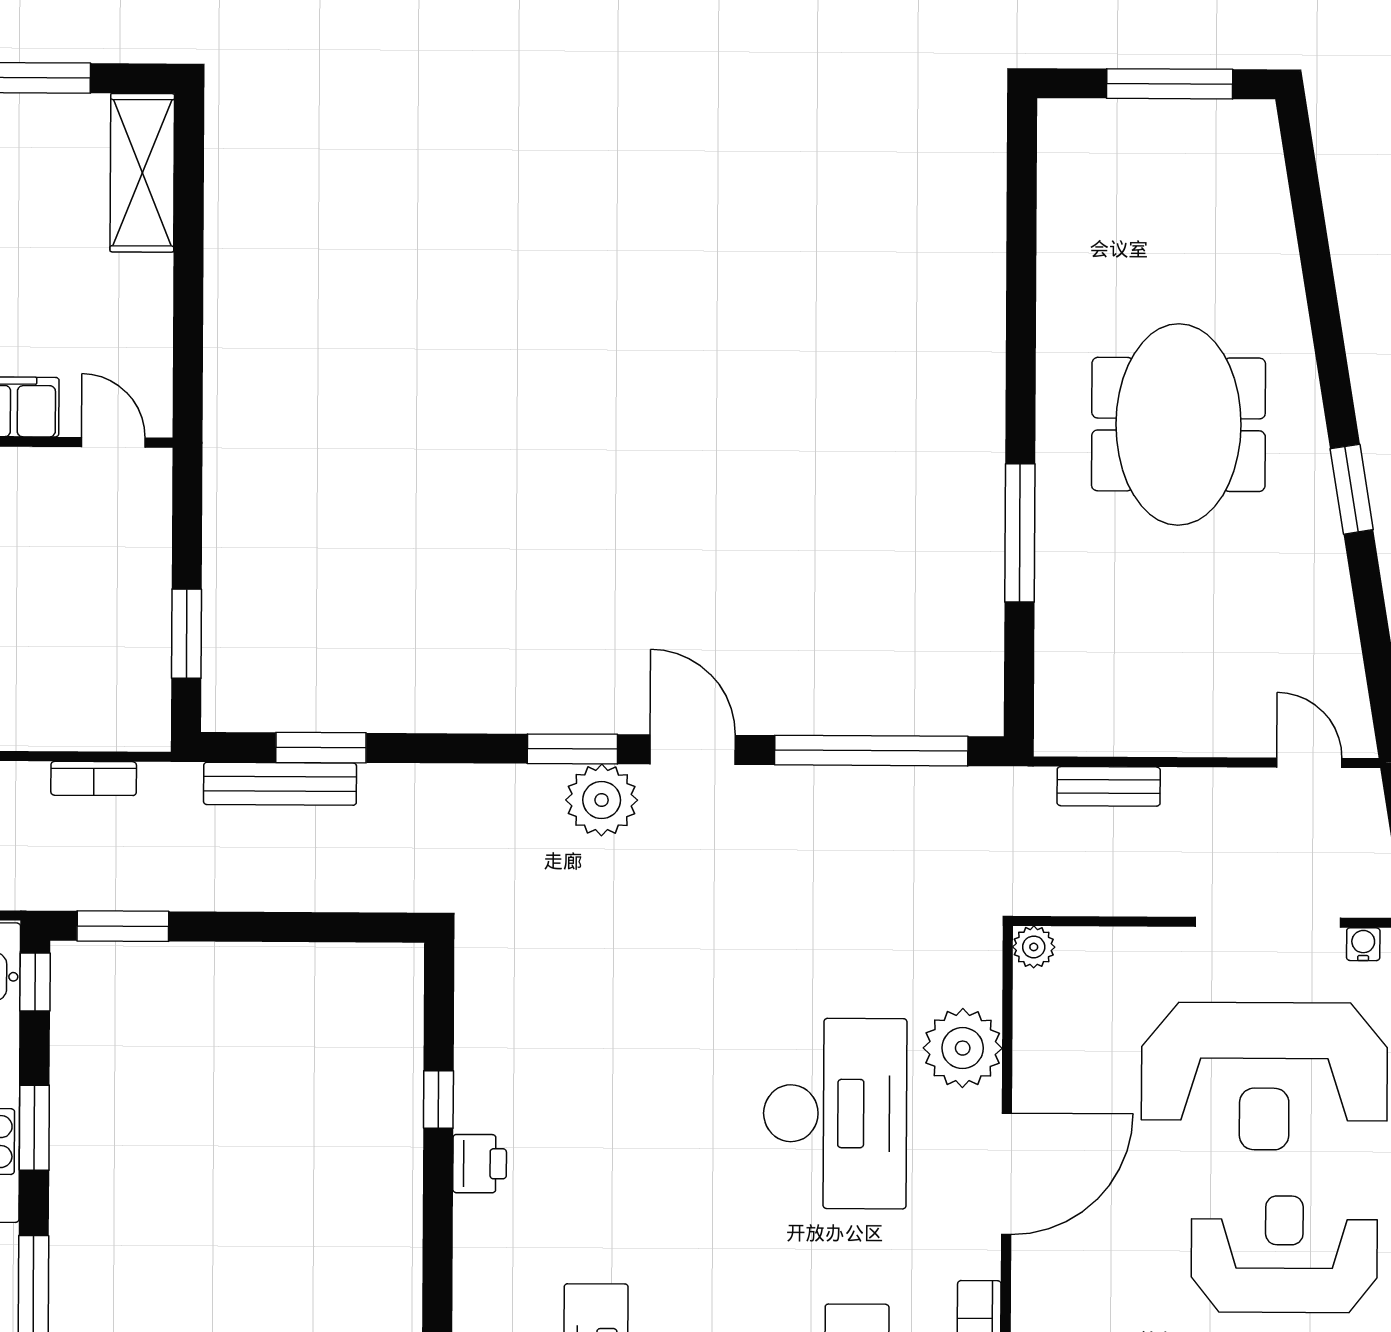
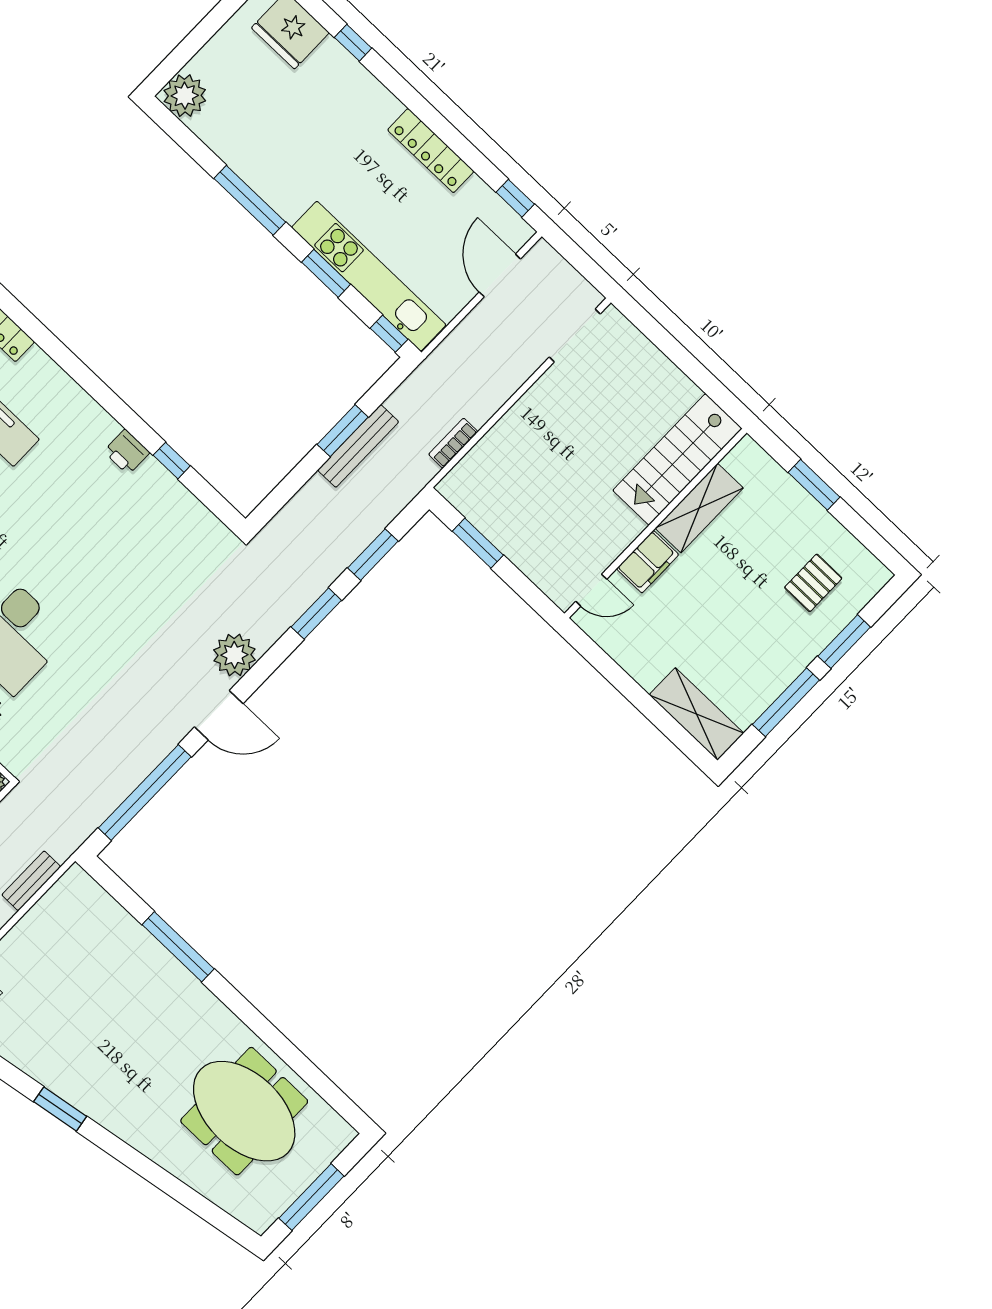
meeting table: (1179, 424) -> (244, 1111), moved
window: (572, 749) -> (316, 614), moved
bench: (280, 784) -> (358, 446), moved
window: (123, 926) -> (343, 431), moved

